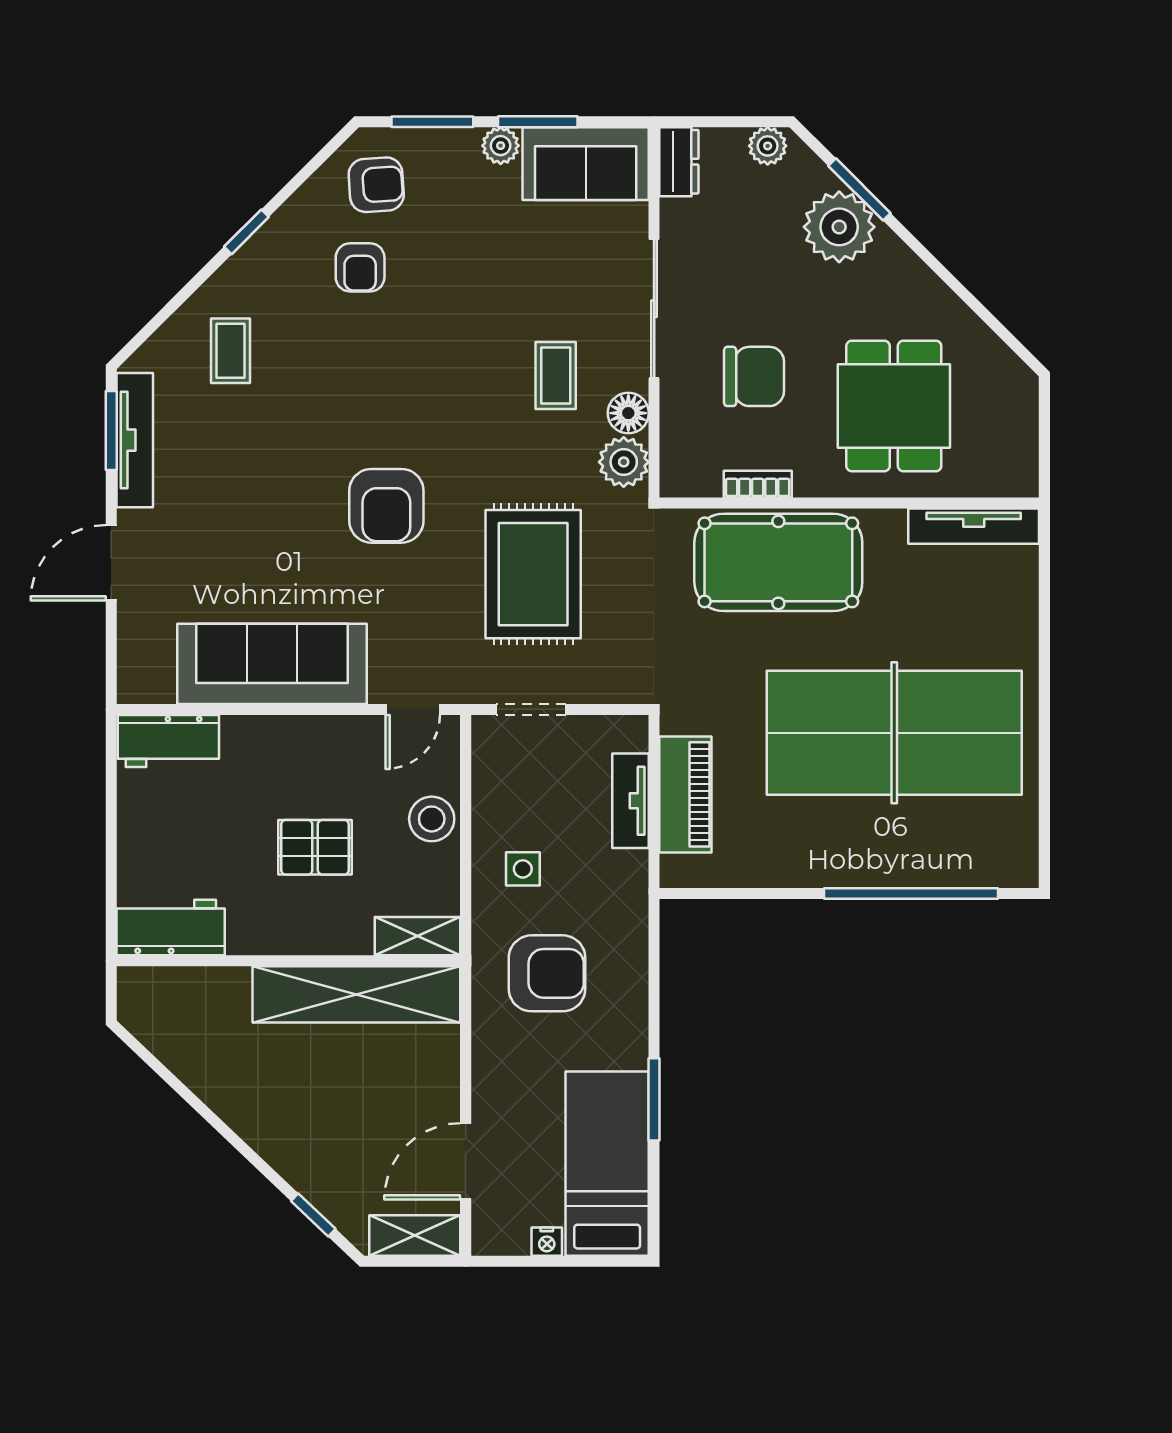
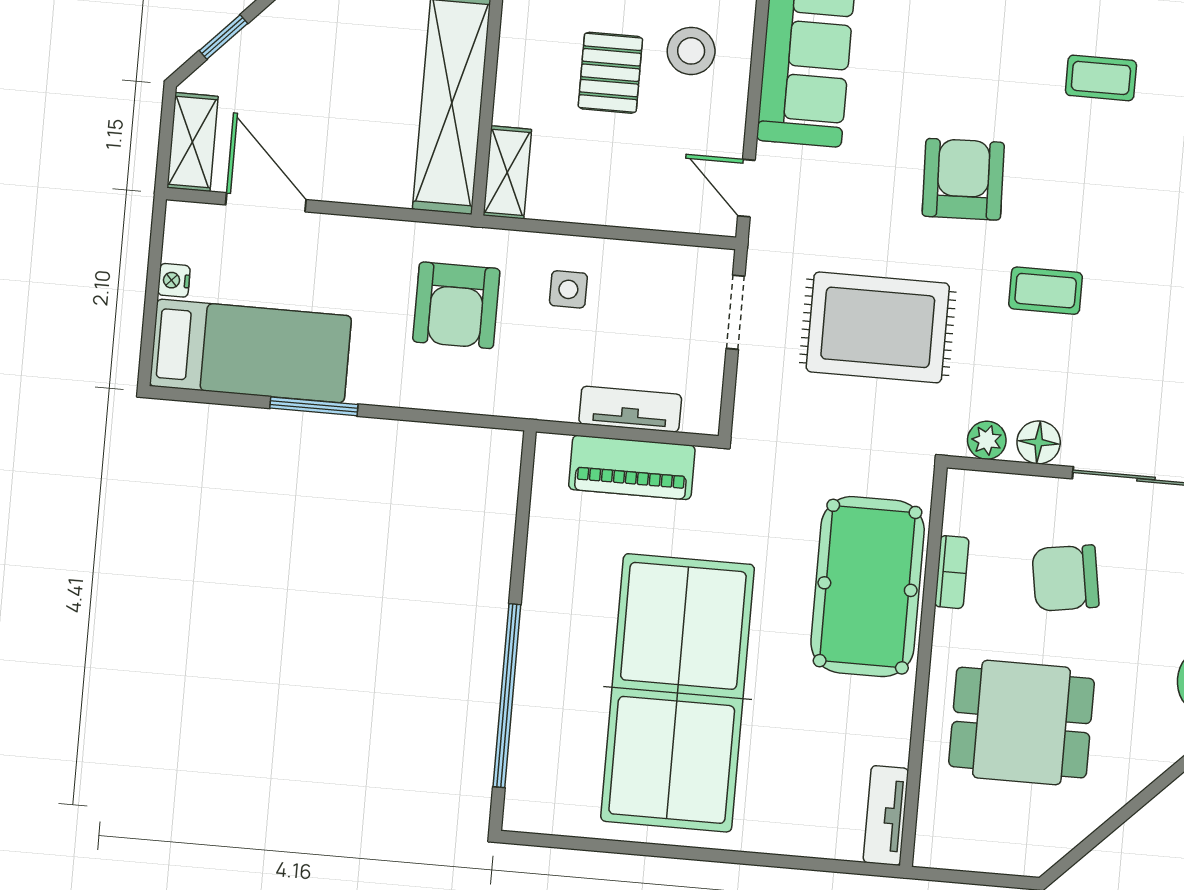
coffee table: (230, 351) -> (1101, 78), moved
coffee table: (556, 375) -> (1046, 291), moved
chair: (754, 376) -> (1065, 578), turned 81
plant: (624, 462) -> (987, 440), width x0.73, depth x0.73
armchair: (386, 506) -> (963, 179), turned 88
tv unit: (974, 526) -> (886, 815), width x0.71
stool: (432, 819) -> (691, 51), moved

